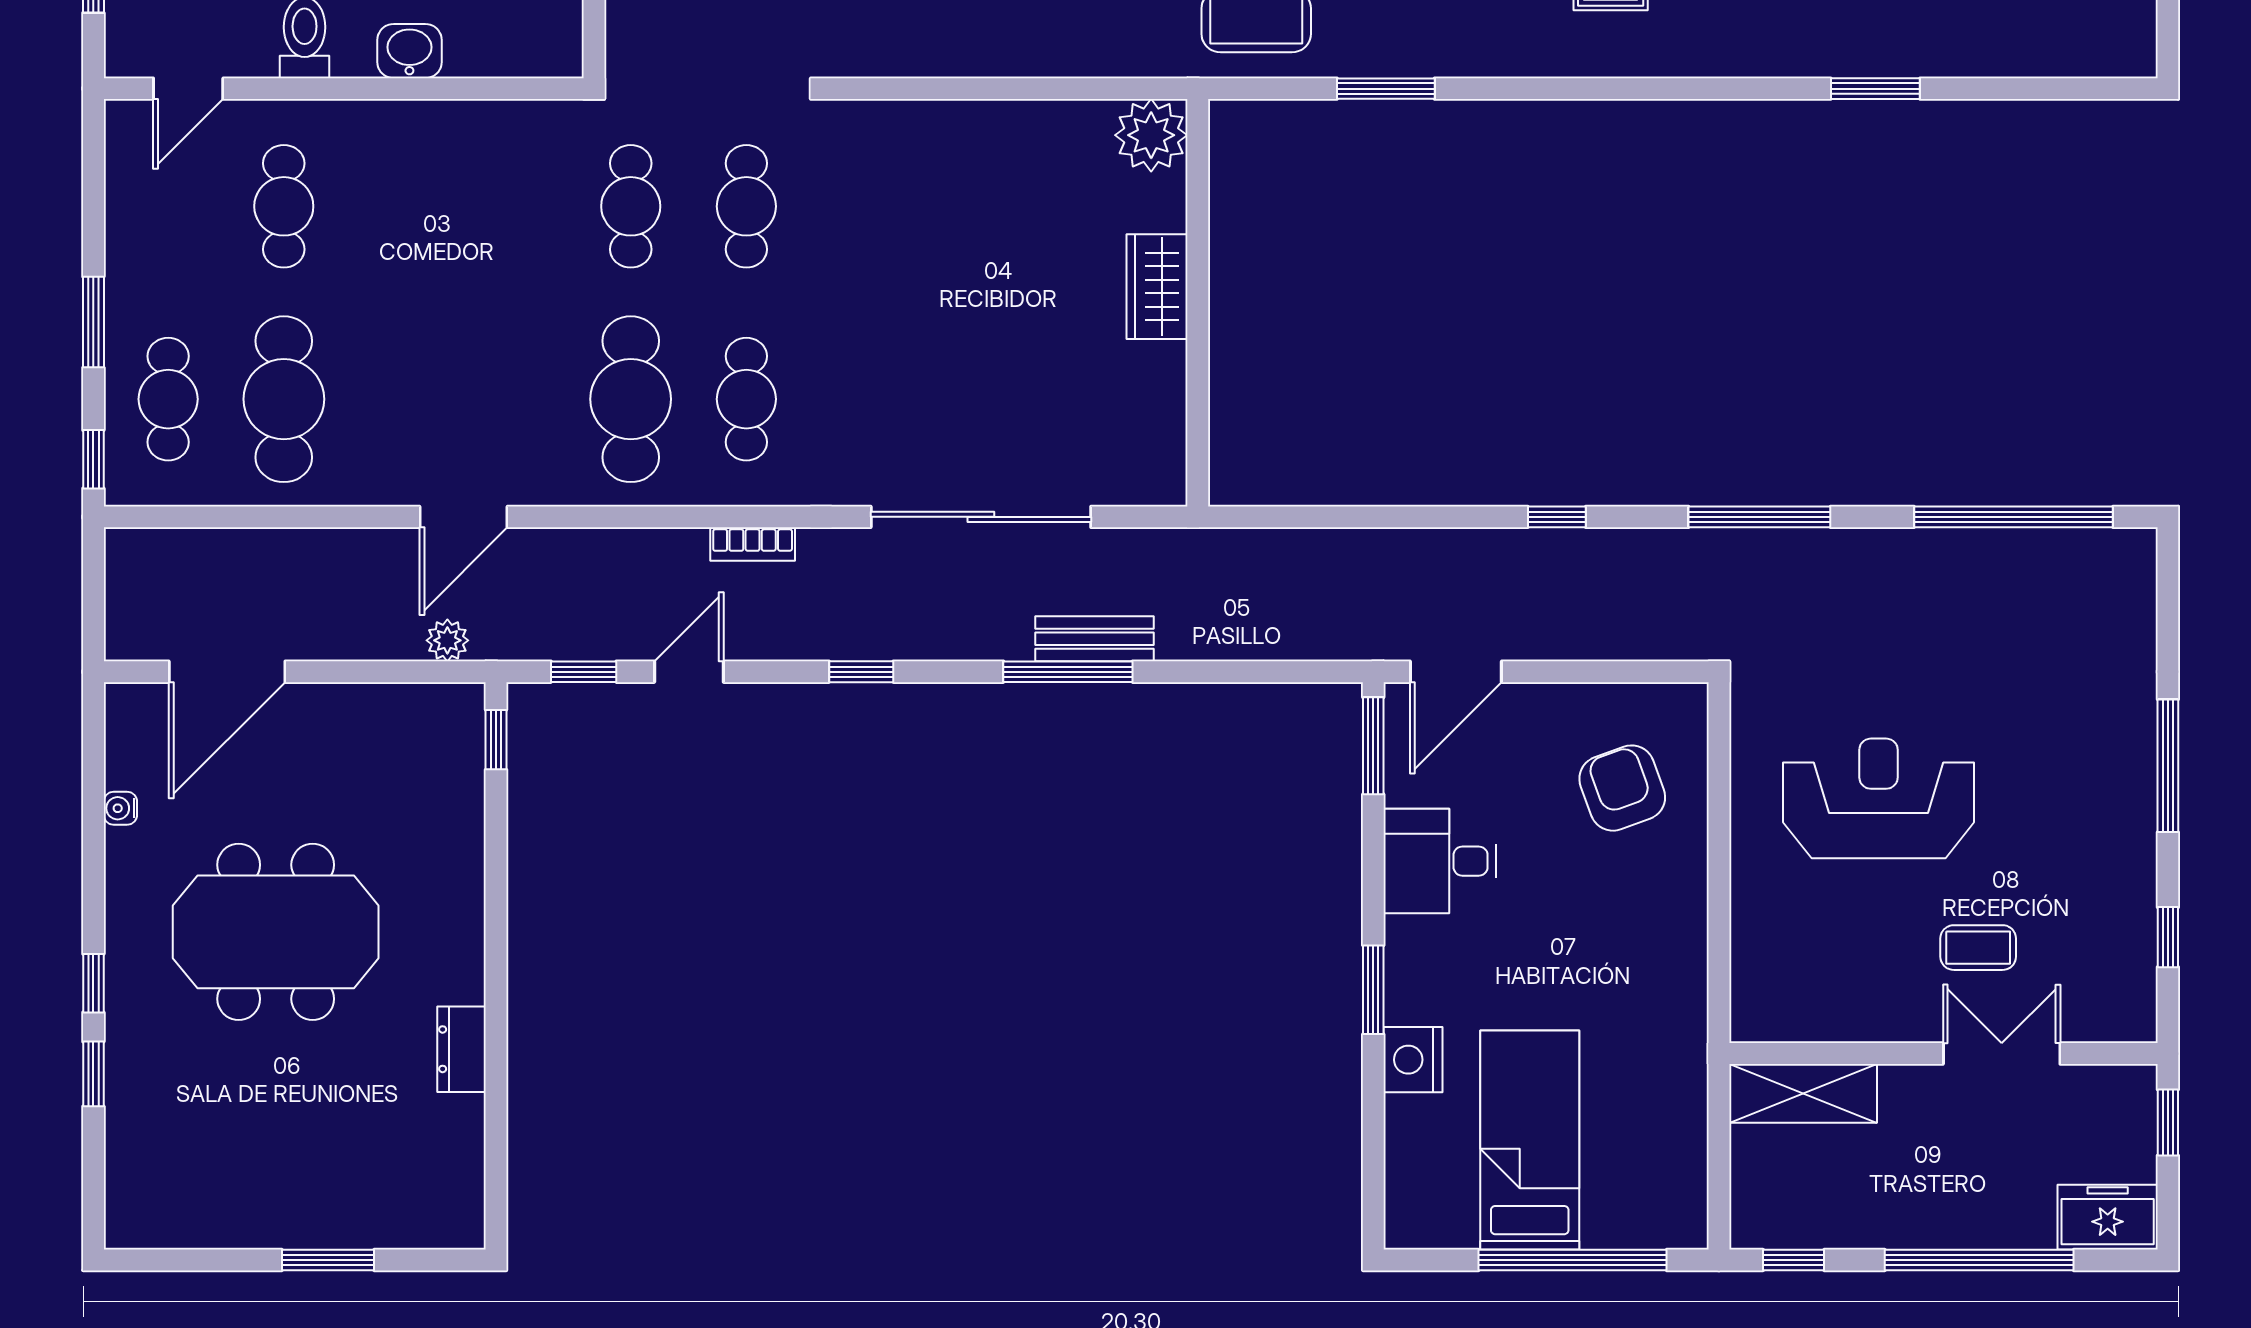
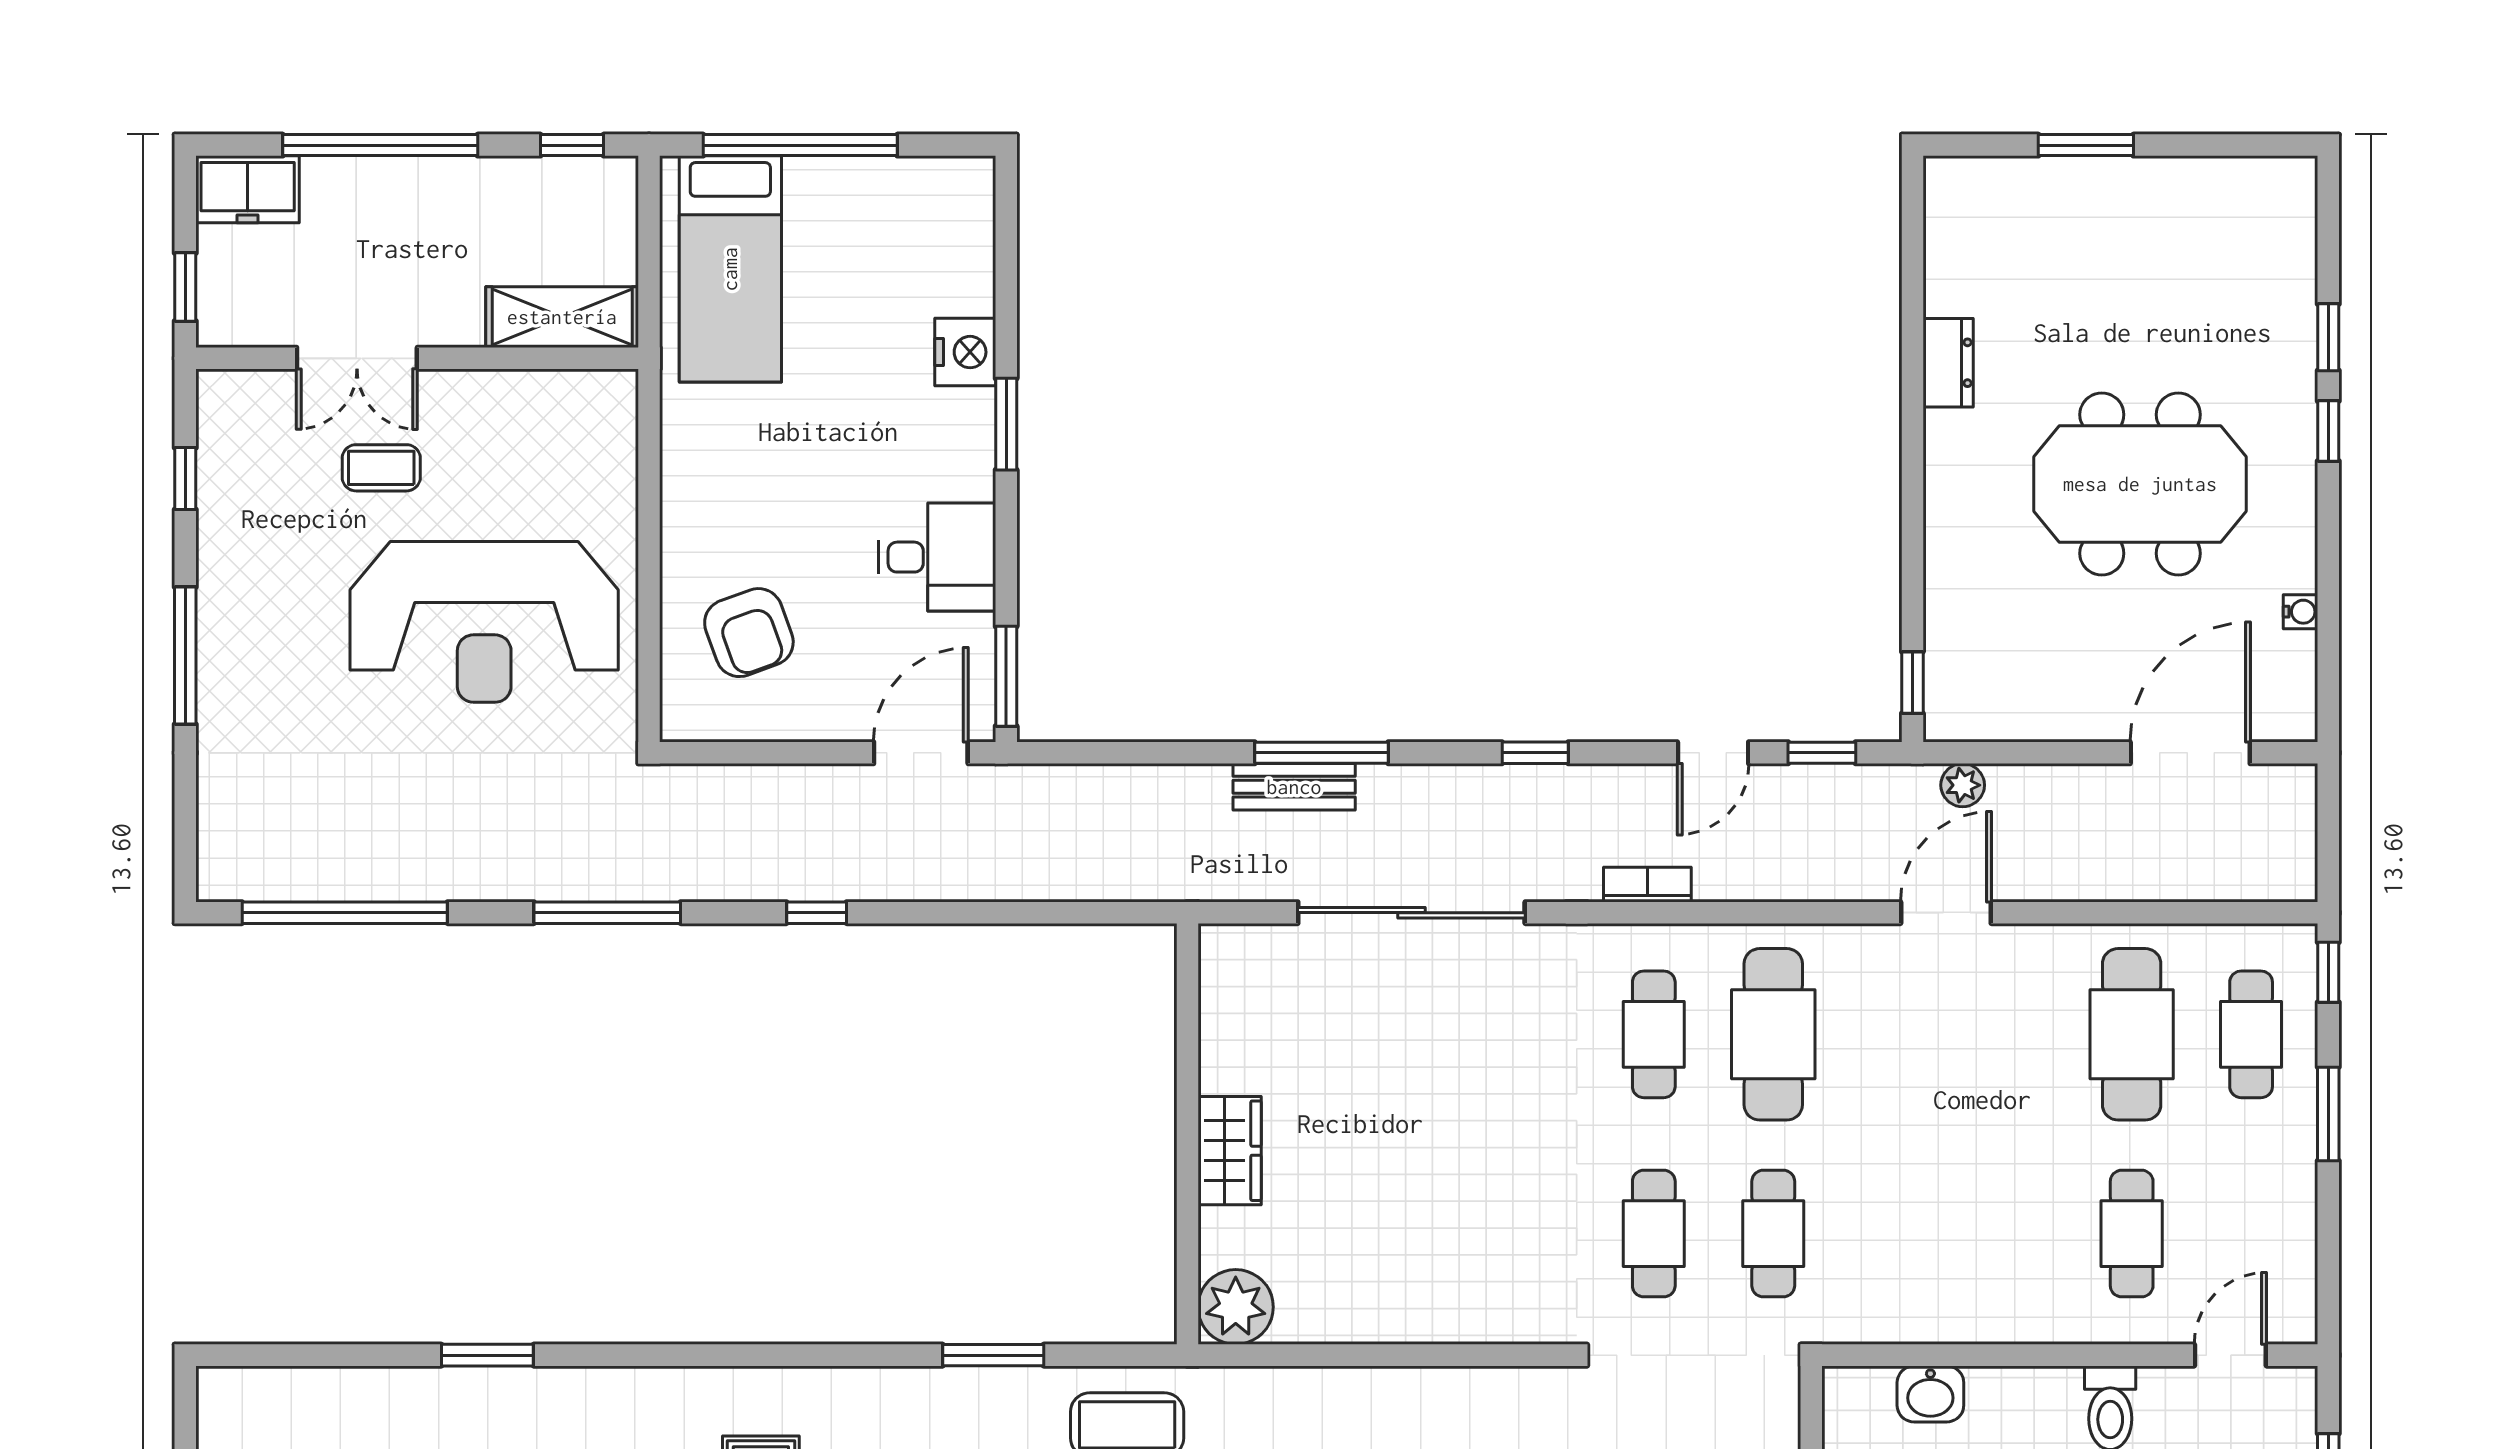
washbasin: (409, 51) -> (1930, 1394), moved
reception desk: (1879, 798) -> (484, 622), width x1.36, depth x1.30
bed: (1530, 1140) -> (730, 269), moved

